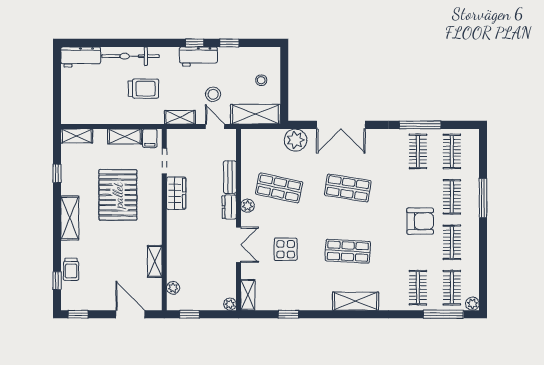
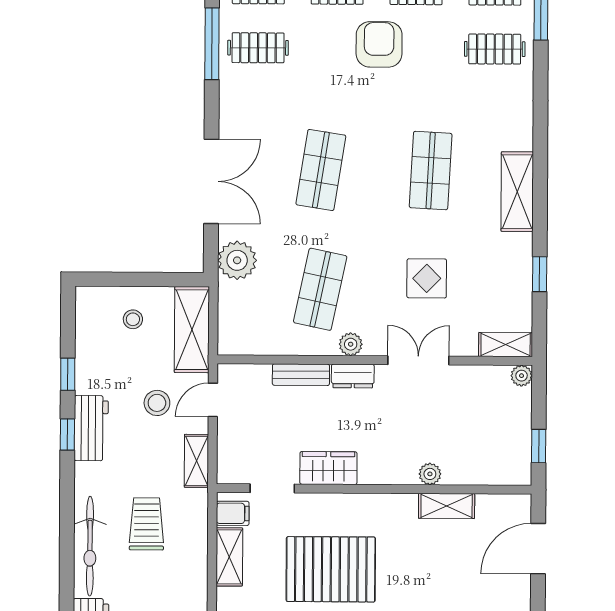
plant: (173, 288) -> (430, 474), moved
shelving: (356, 301) -> (517, 192), moved

